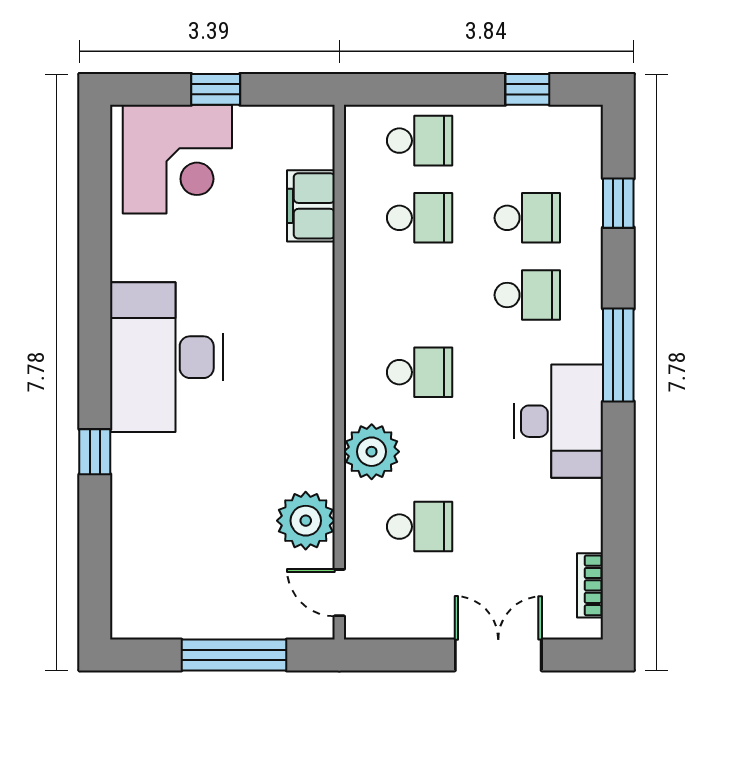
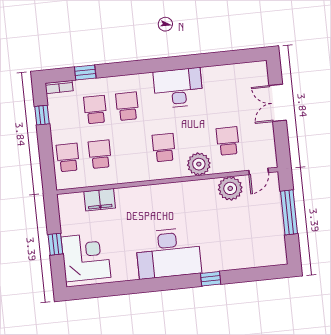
window: (618, 355) -> (148, 66), removed
bookcase: (590, 585) -> (59, 87), moved

